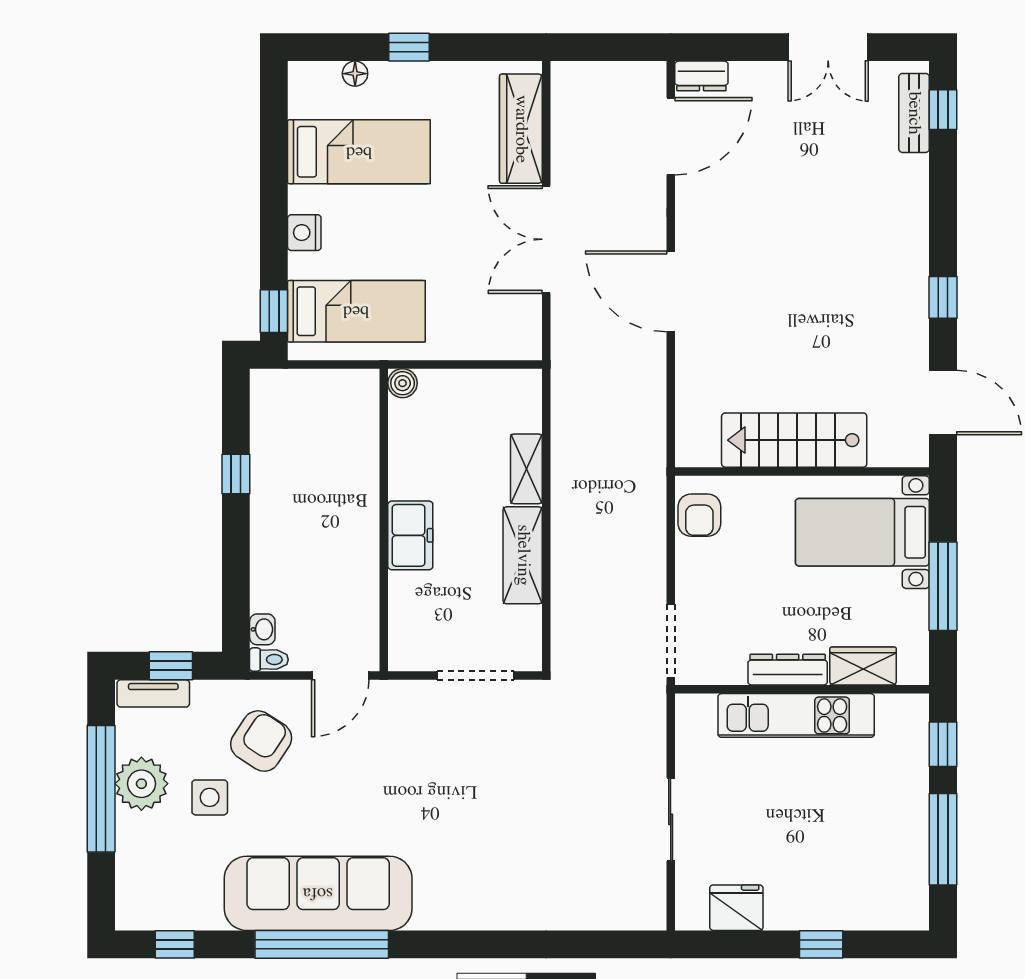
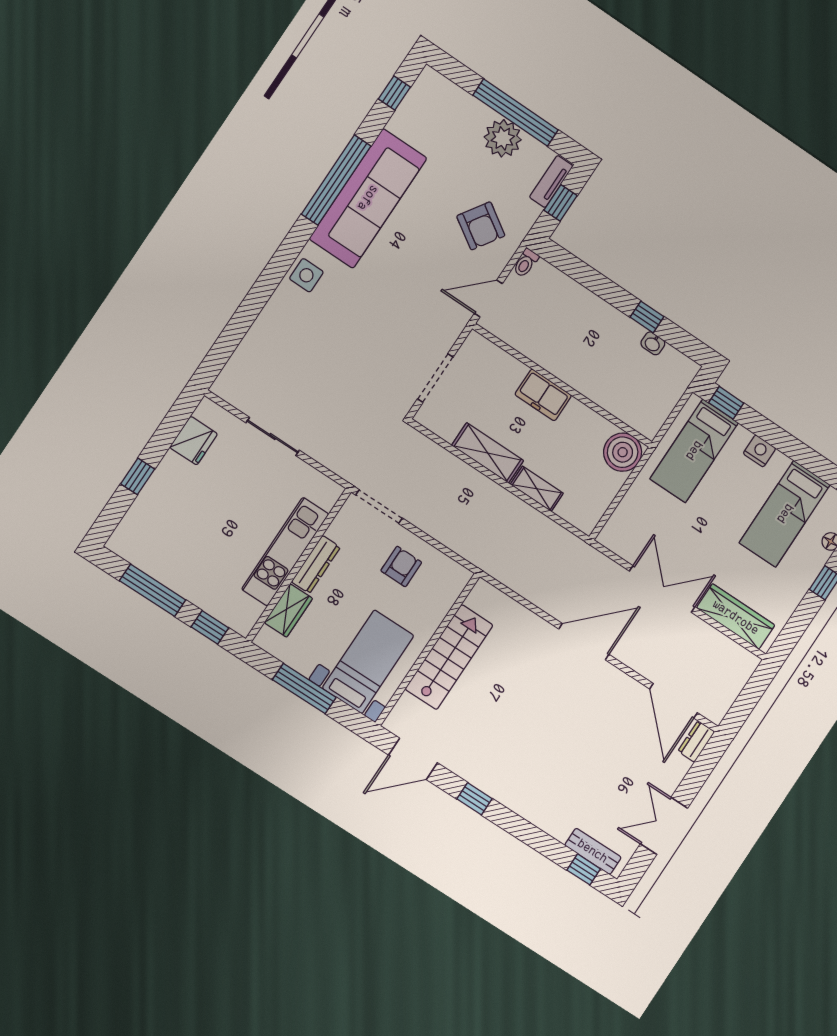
boiler: (403, 383) -> (623, 452), width x1.86, depth x1.86
armchair: (699, 515) -> (401, 566), moved, turned 90
washbasin: (262, 629) -> (653, 343), moved
door: (340, 675) -> (488, 298), hinge flipped
side table: (210, 797) -> (306, 275), moved

